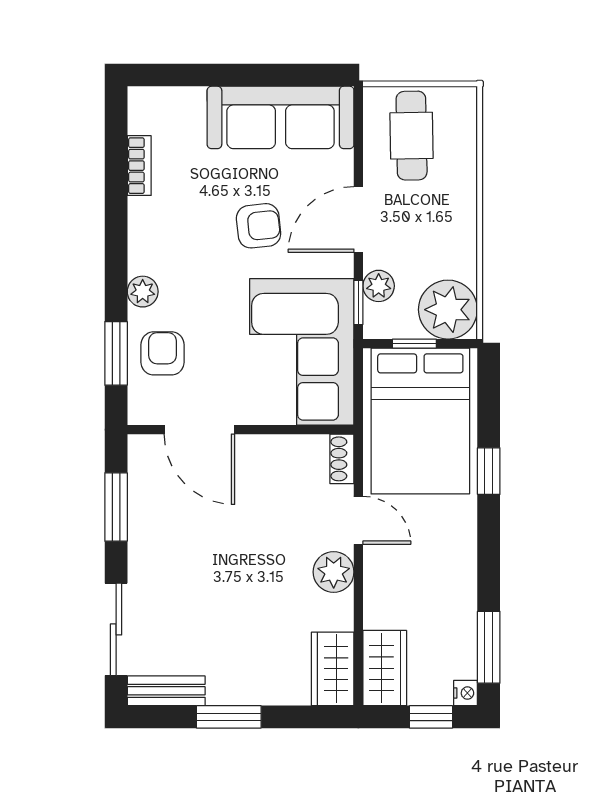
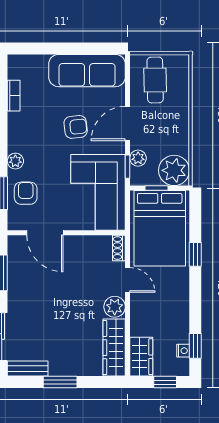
window: (489, 647) -> (195, 346), width x0.67
wardrobe: (333, 669) -> (114, 348), width x1.50
nightstand: (466, 693) -> (183, 351), moved

